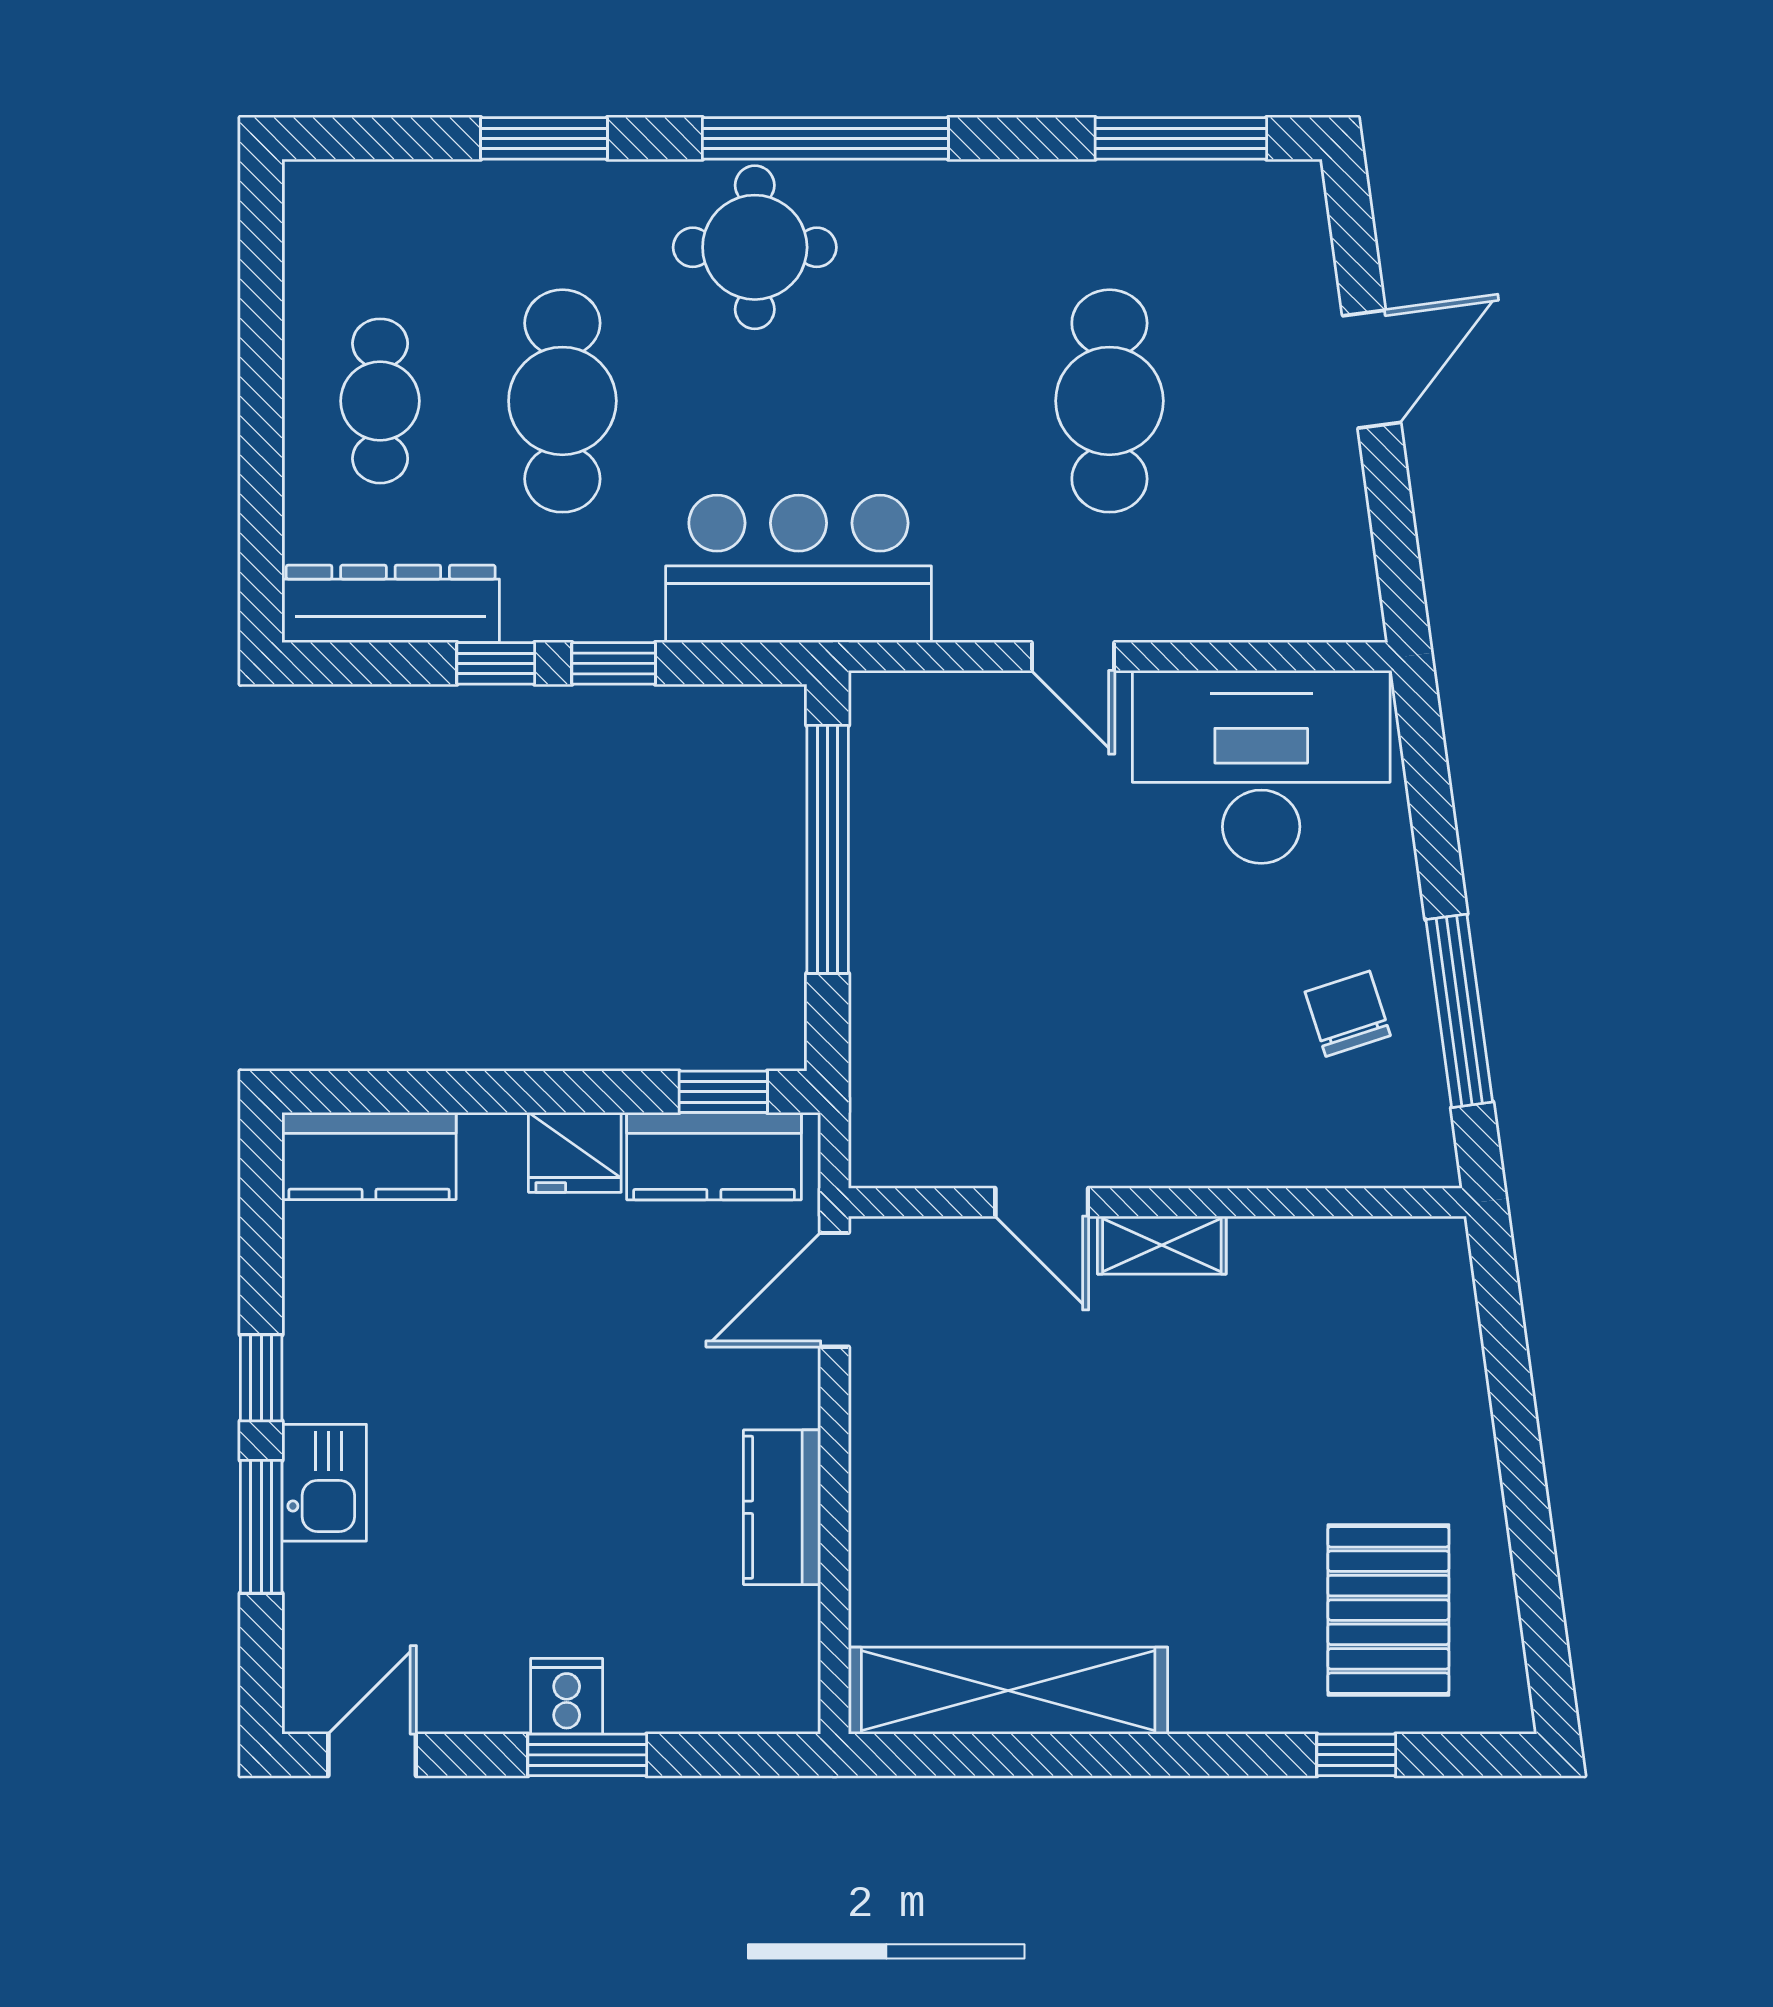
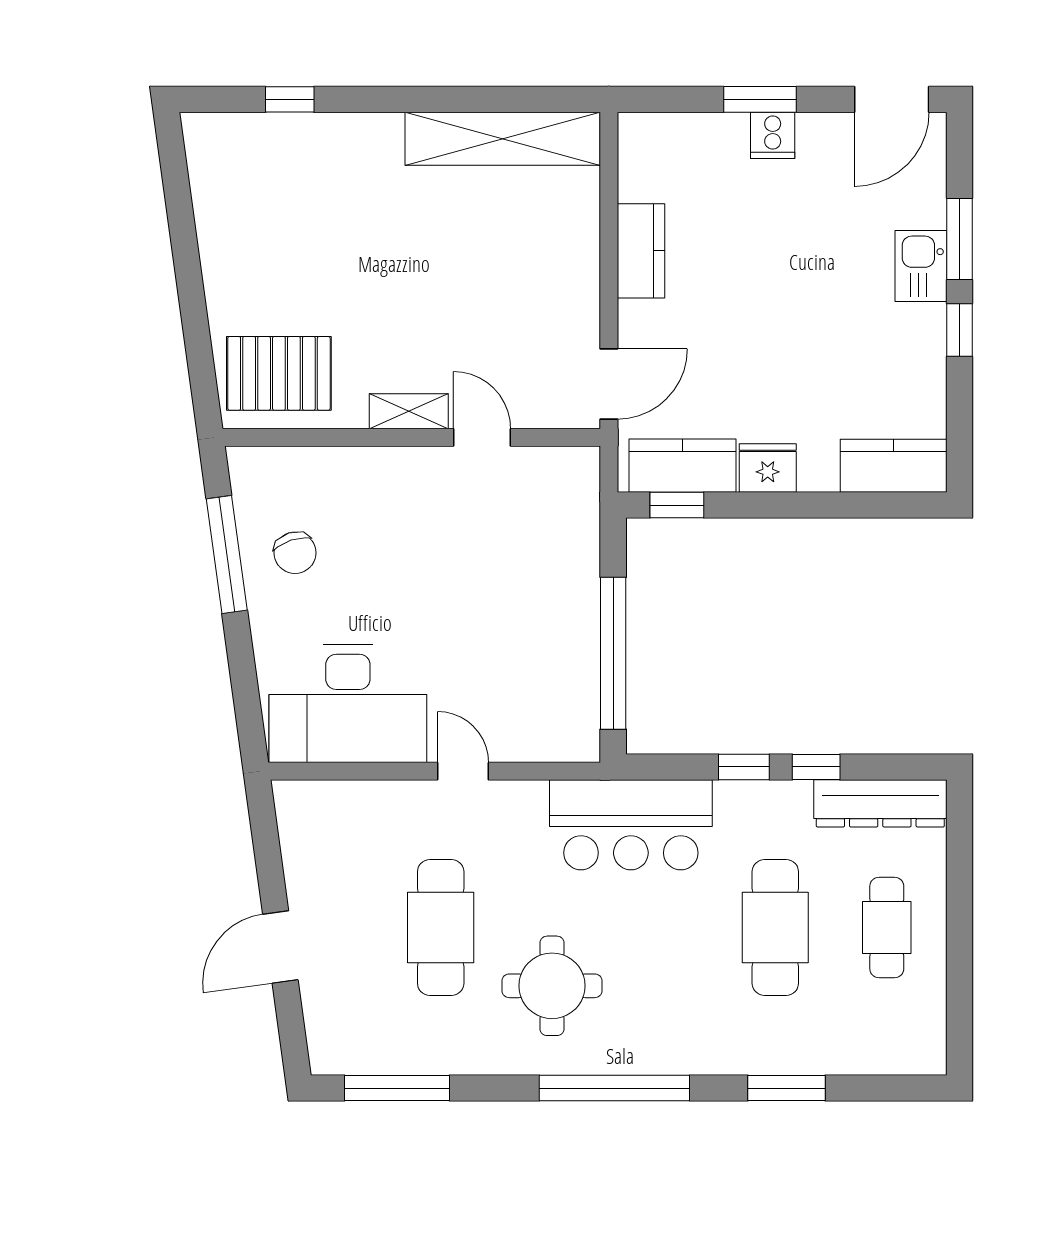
round table: (755, 247) -> (552, 986), moved
pallet: (1388, 1610) -> (279, 373), moved, turned 90
door: (372, 1755) -> (892, 99), width x1.38

